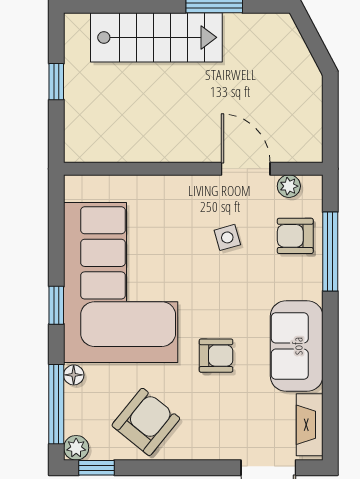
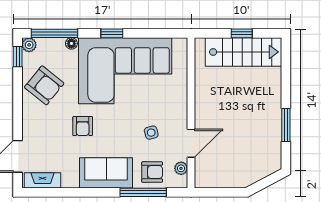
stairs: (156, 37) -> (244, 52), moved, turned -90
armchair: (295, 236) -> (152, 172), turned 90
sofa: (297, 346) -> (106, 173), moved

